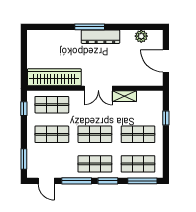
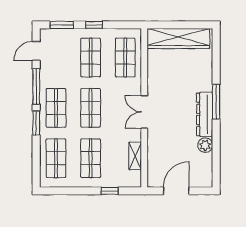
plant: (141, 36) -> (205, 145), moved
wardrobe: (54, 77) -> (178, 39), moved, turned 90
shelving: (124, 96) -> (135, 156), moved
window: (24, 109) -> (94, 25), moved
window: (142, 181) -> (36, 163), removed

